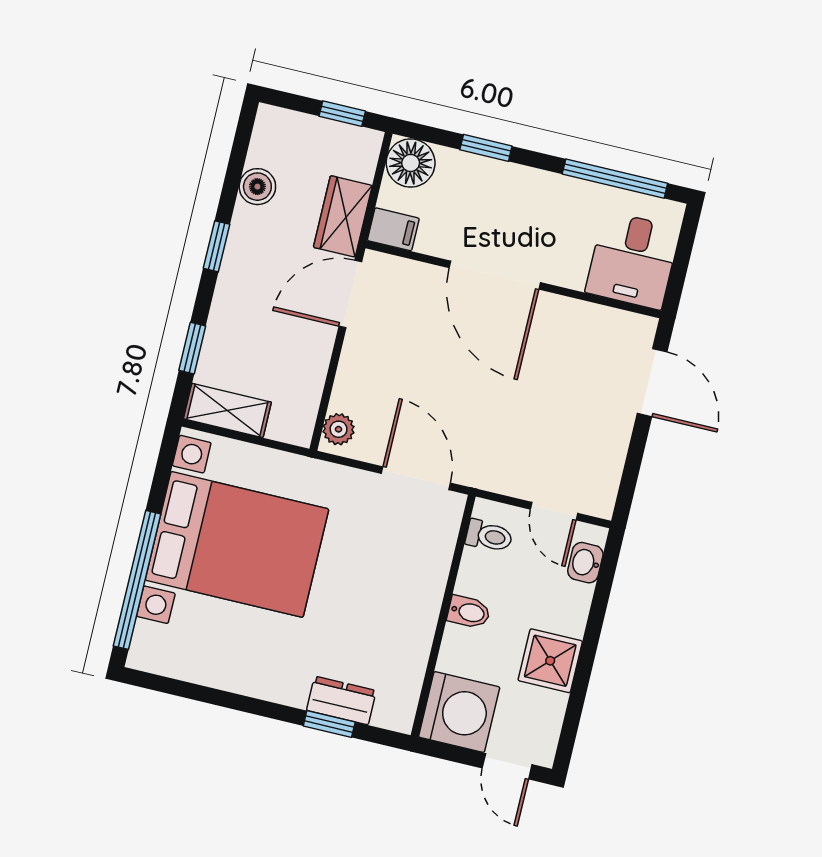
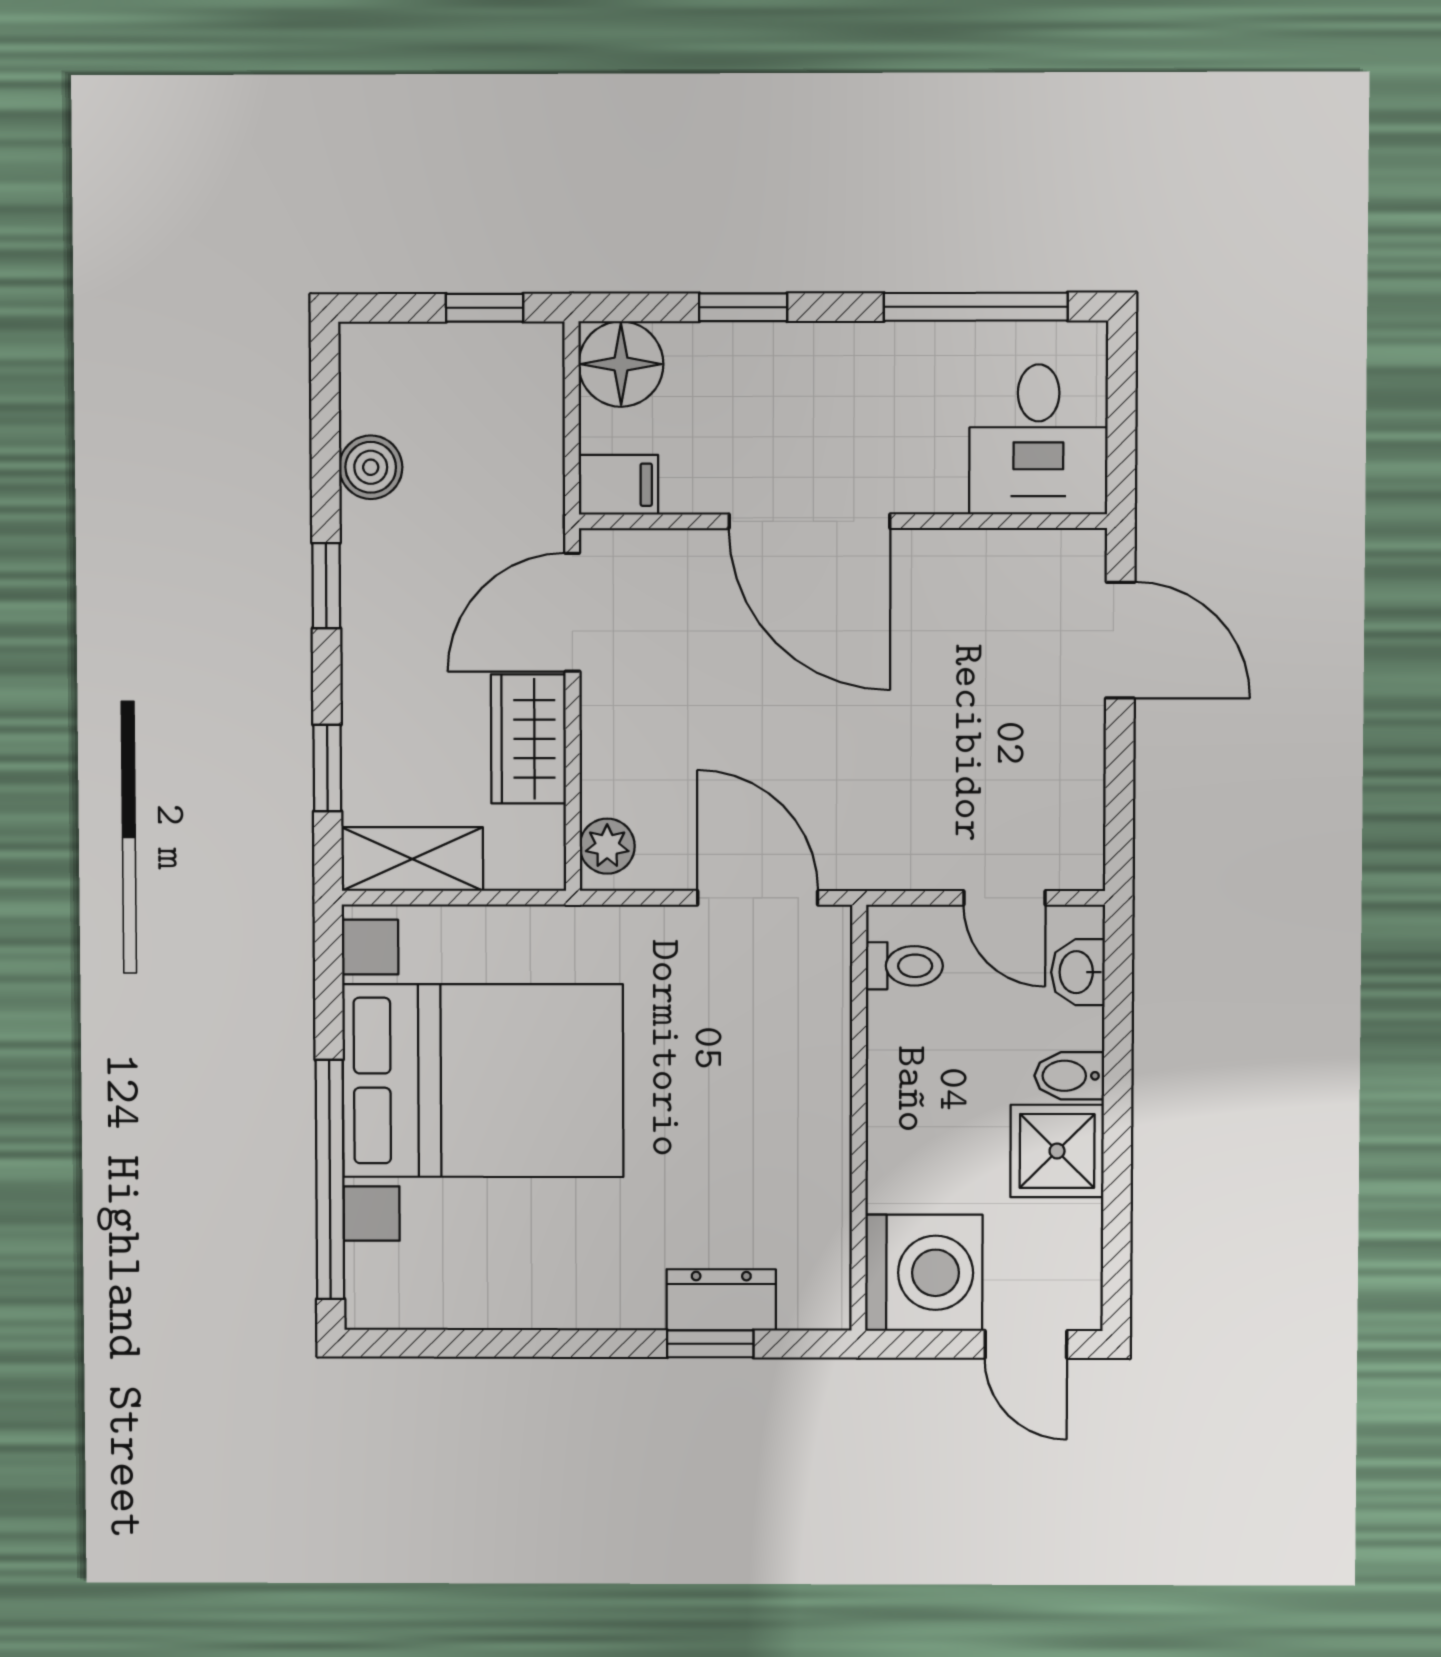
wardrobe: (343, 216) -> (528, 739), moved
bidet: (469, 612) -> (1069, 1076), moved, turned 180

